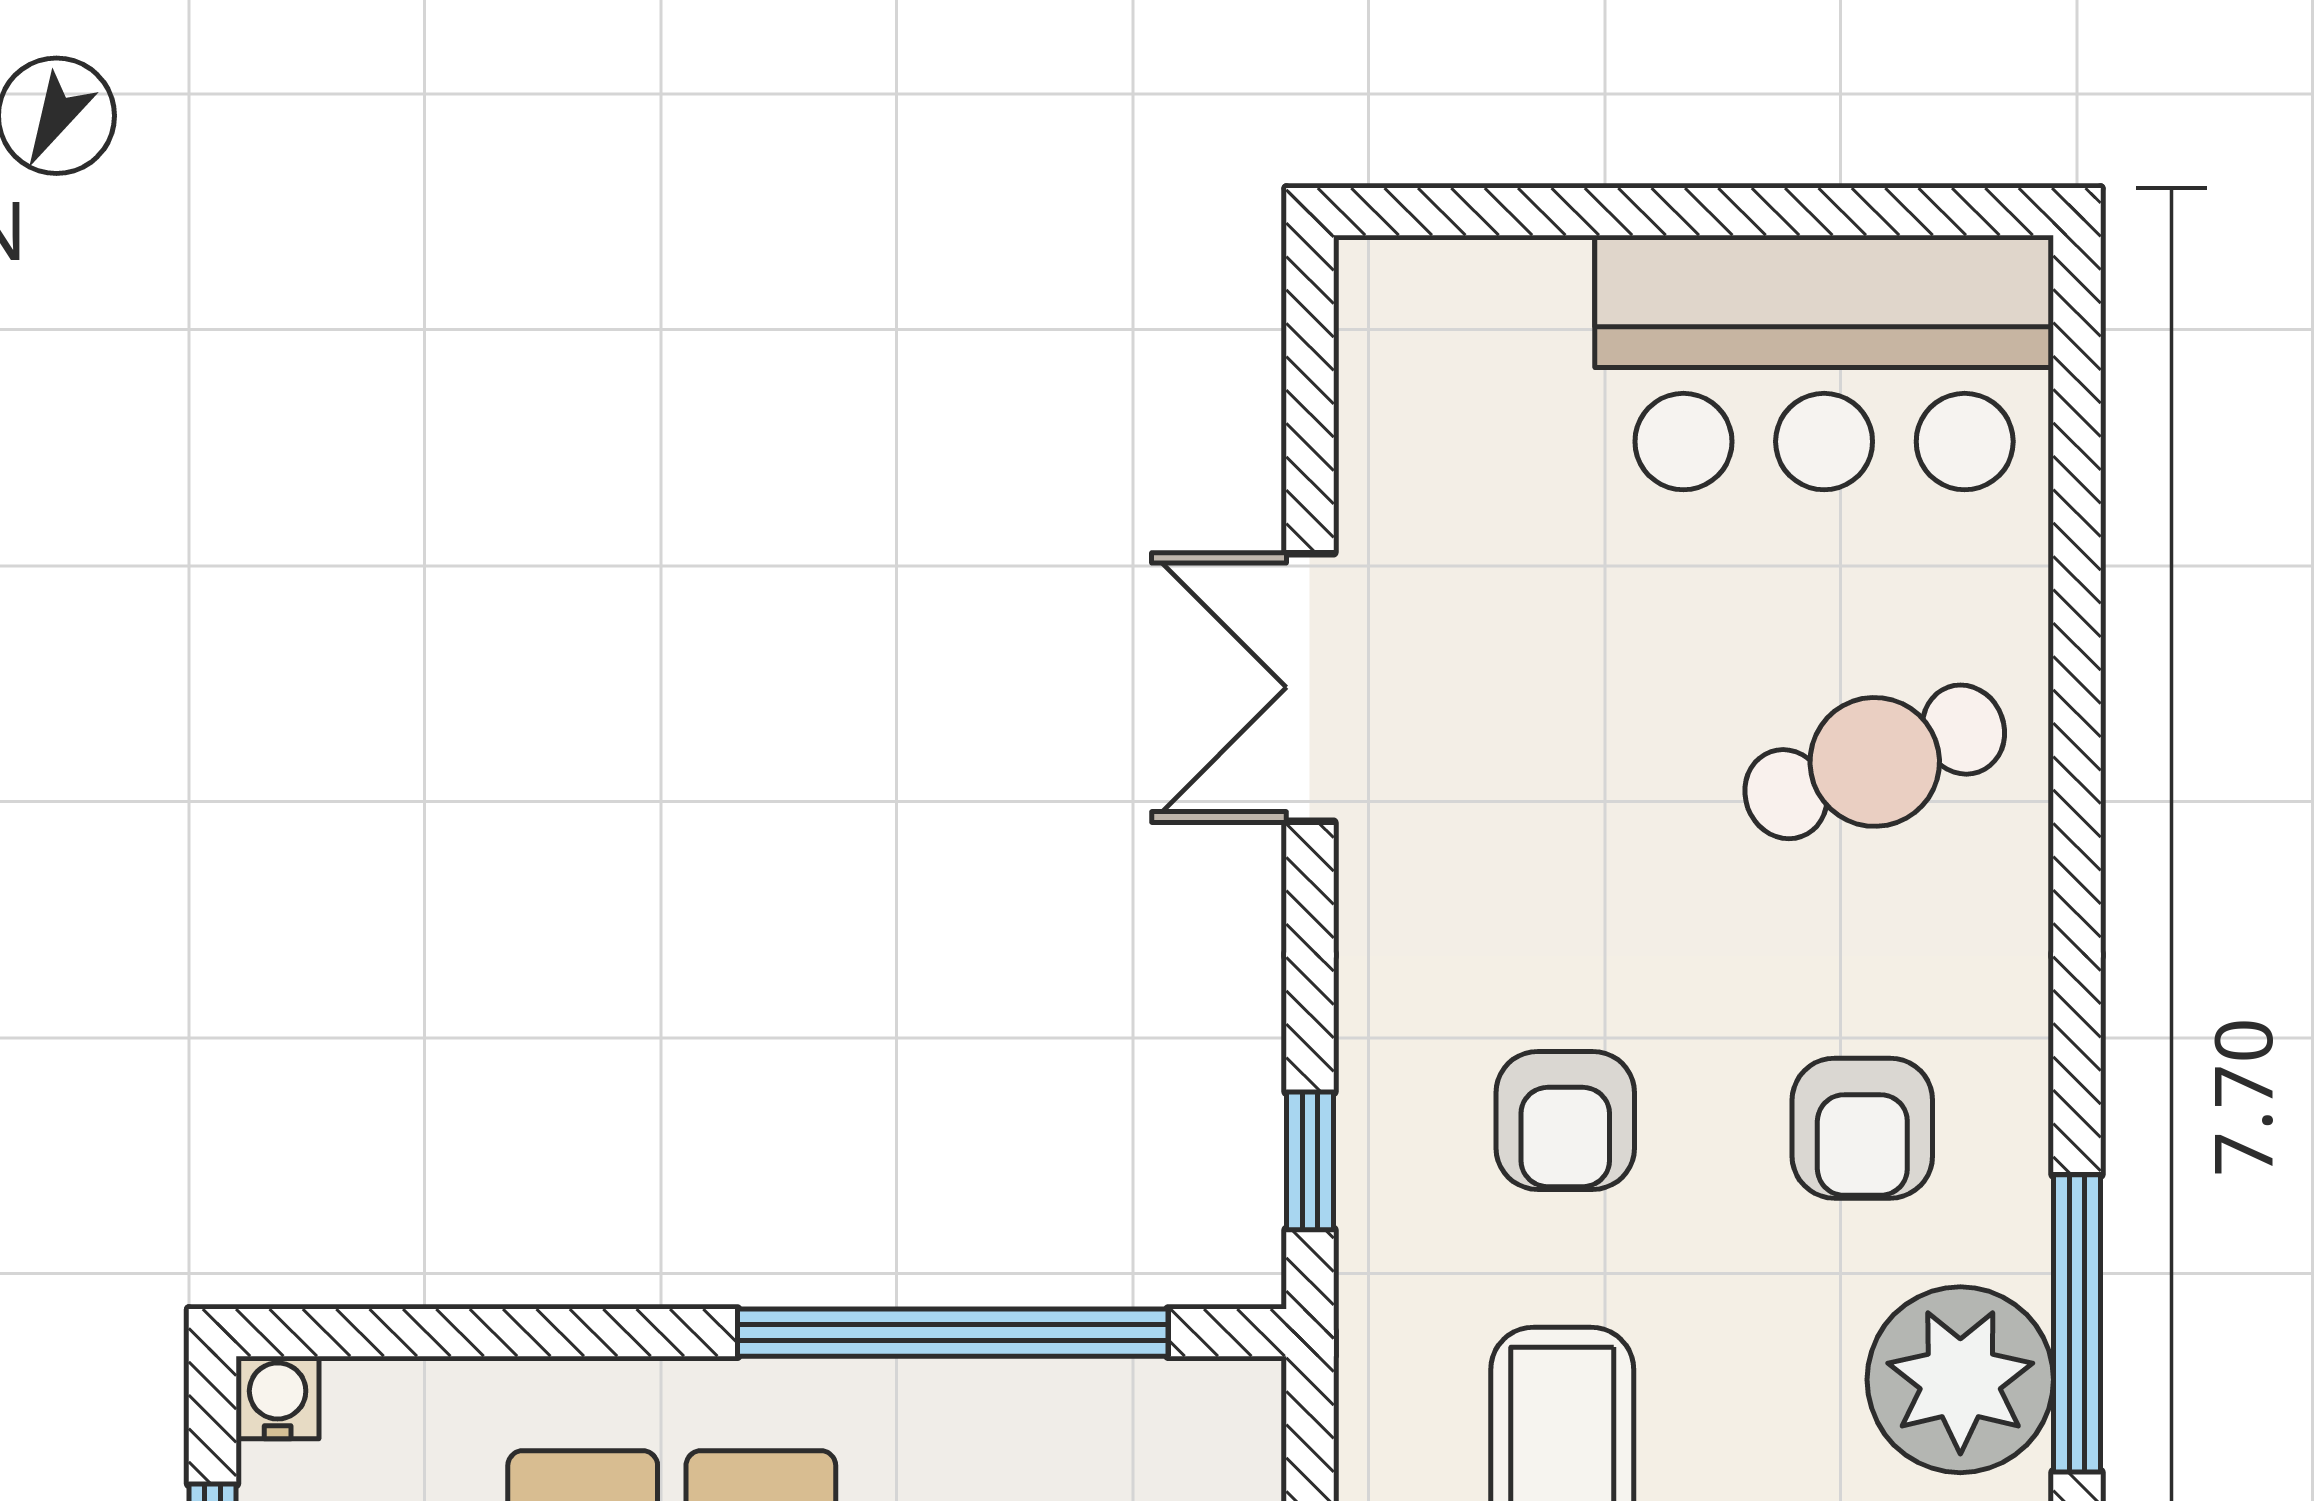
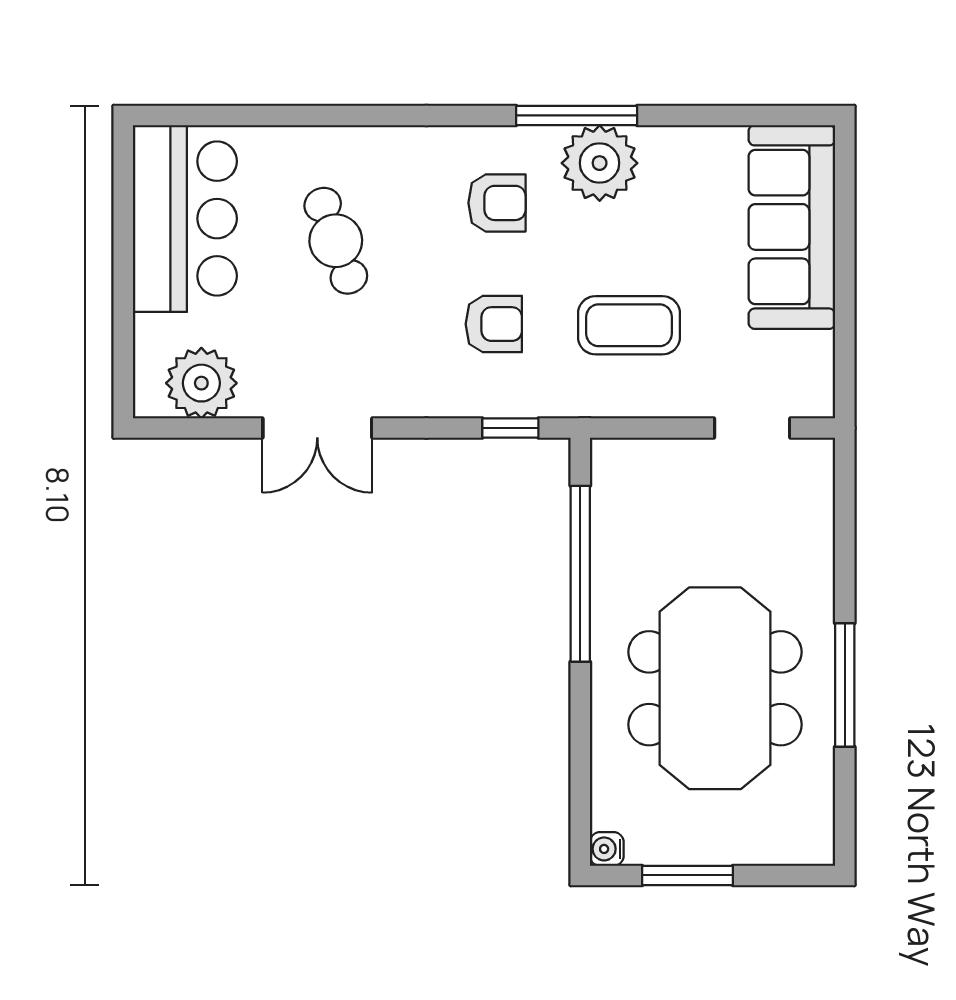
plant: (1420, 403) -> (201, 383), added
cafe table: (1875, 762) -> (336, 241), moved

